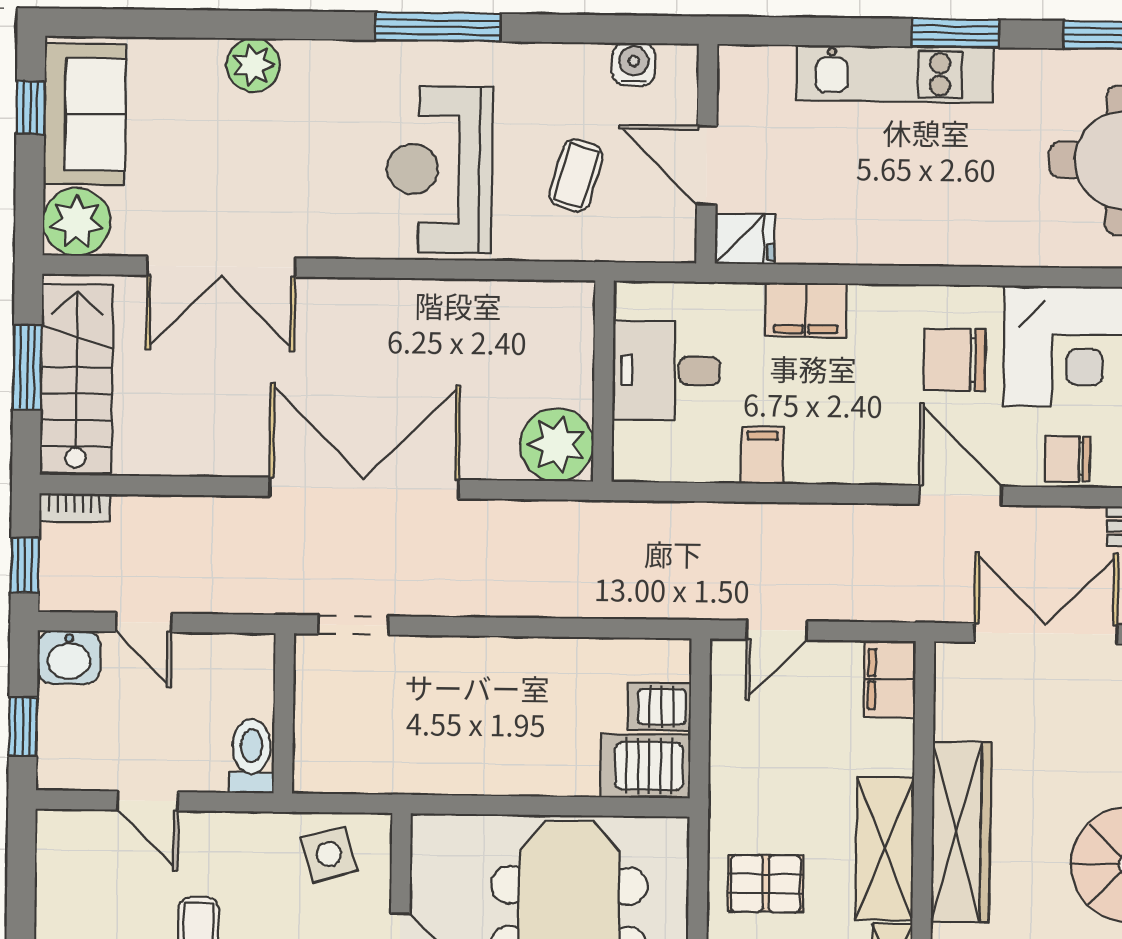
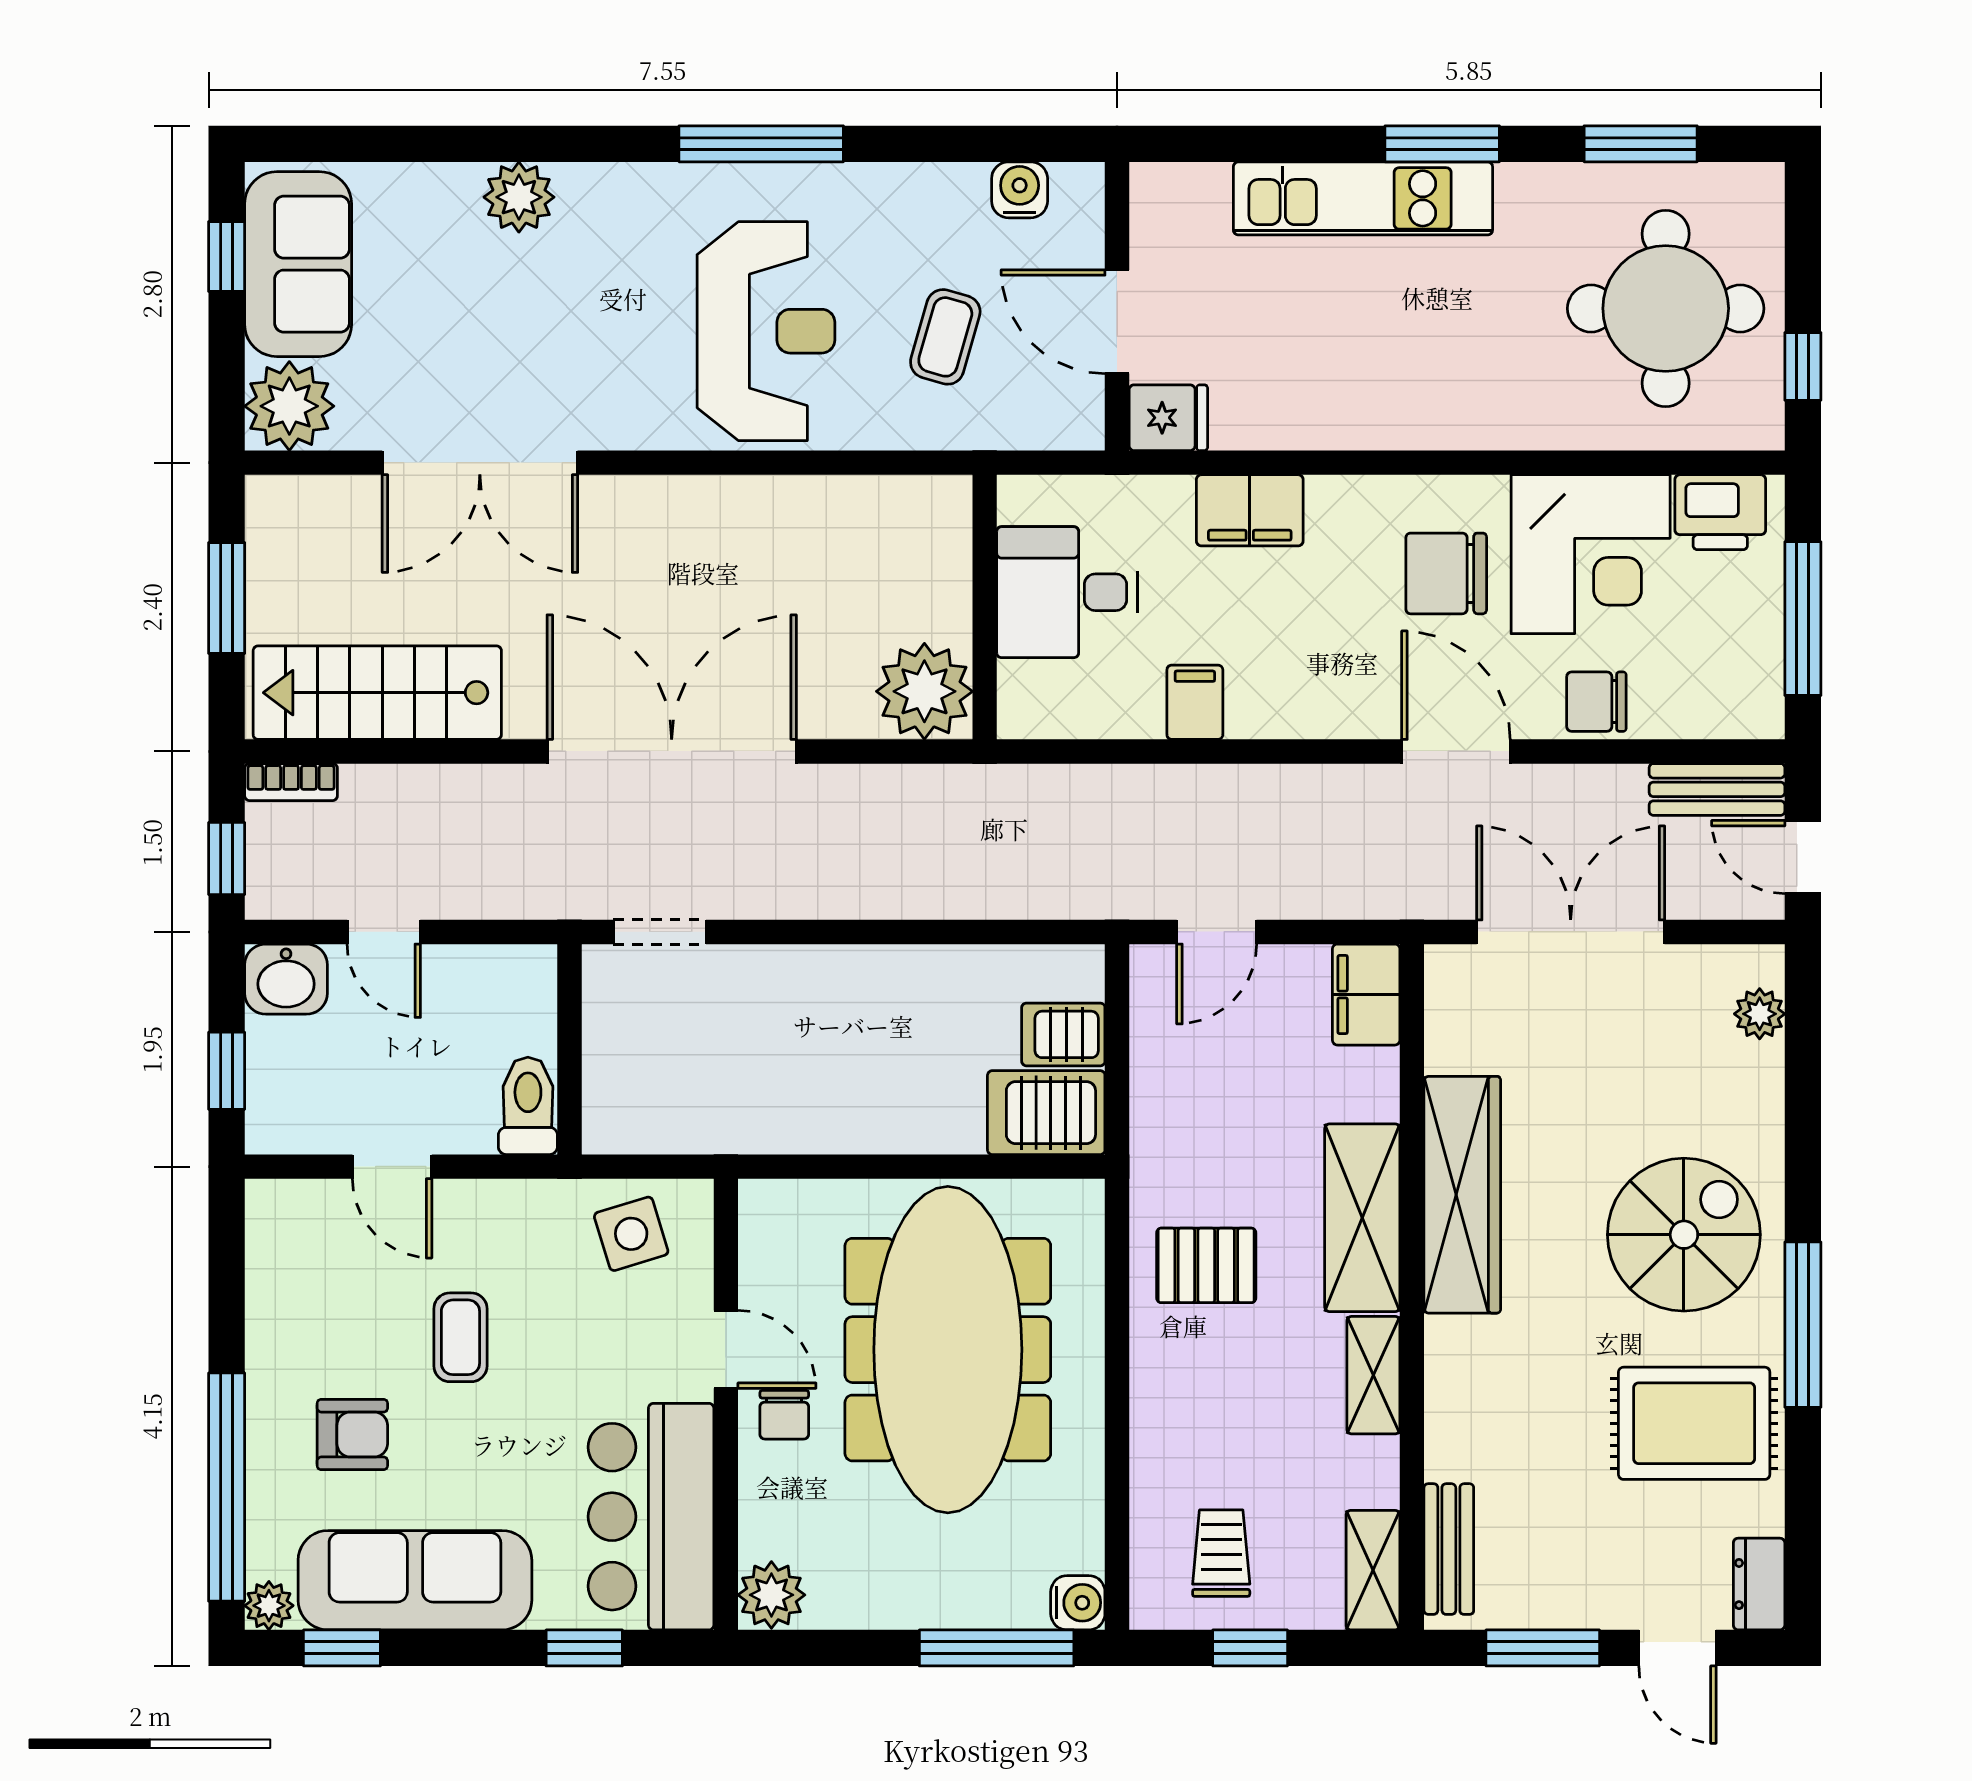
reception desk: (440, 169) -> (766, 331), turned 180
stairs: (76, 379) -> (377, 693), moved, turned -90

